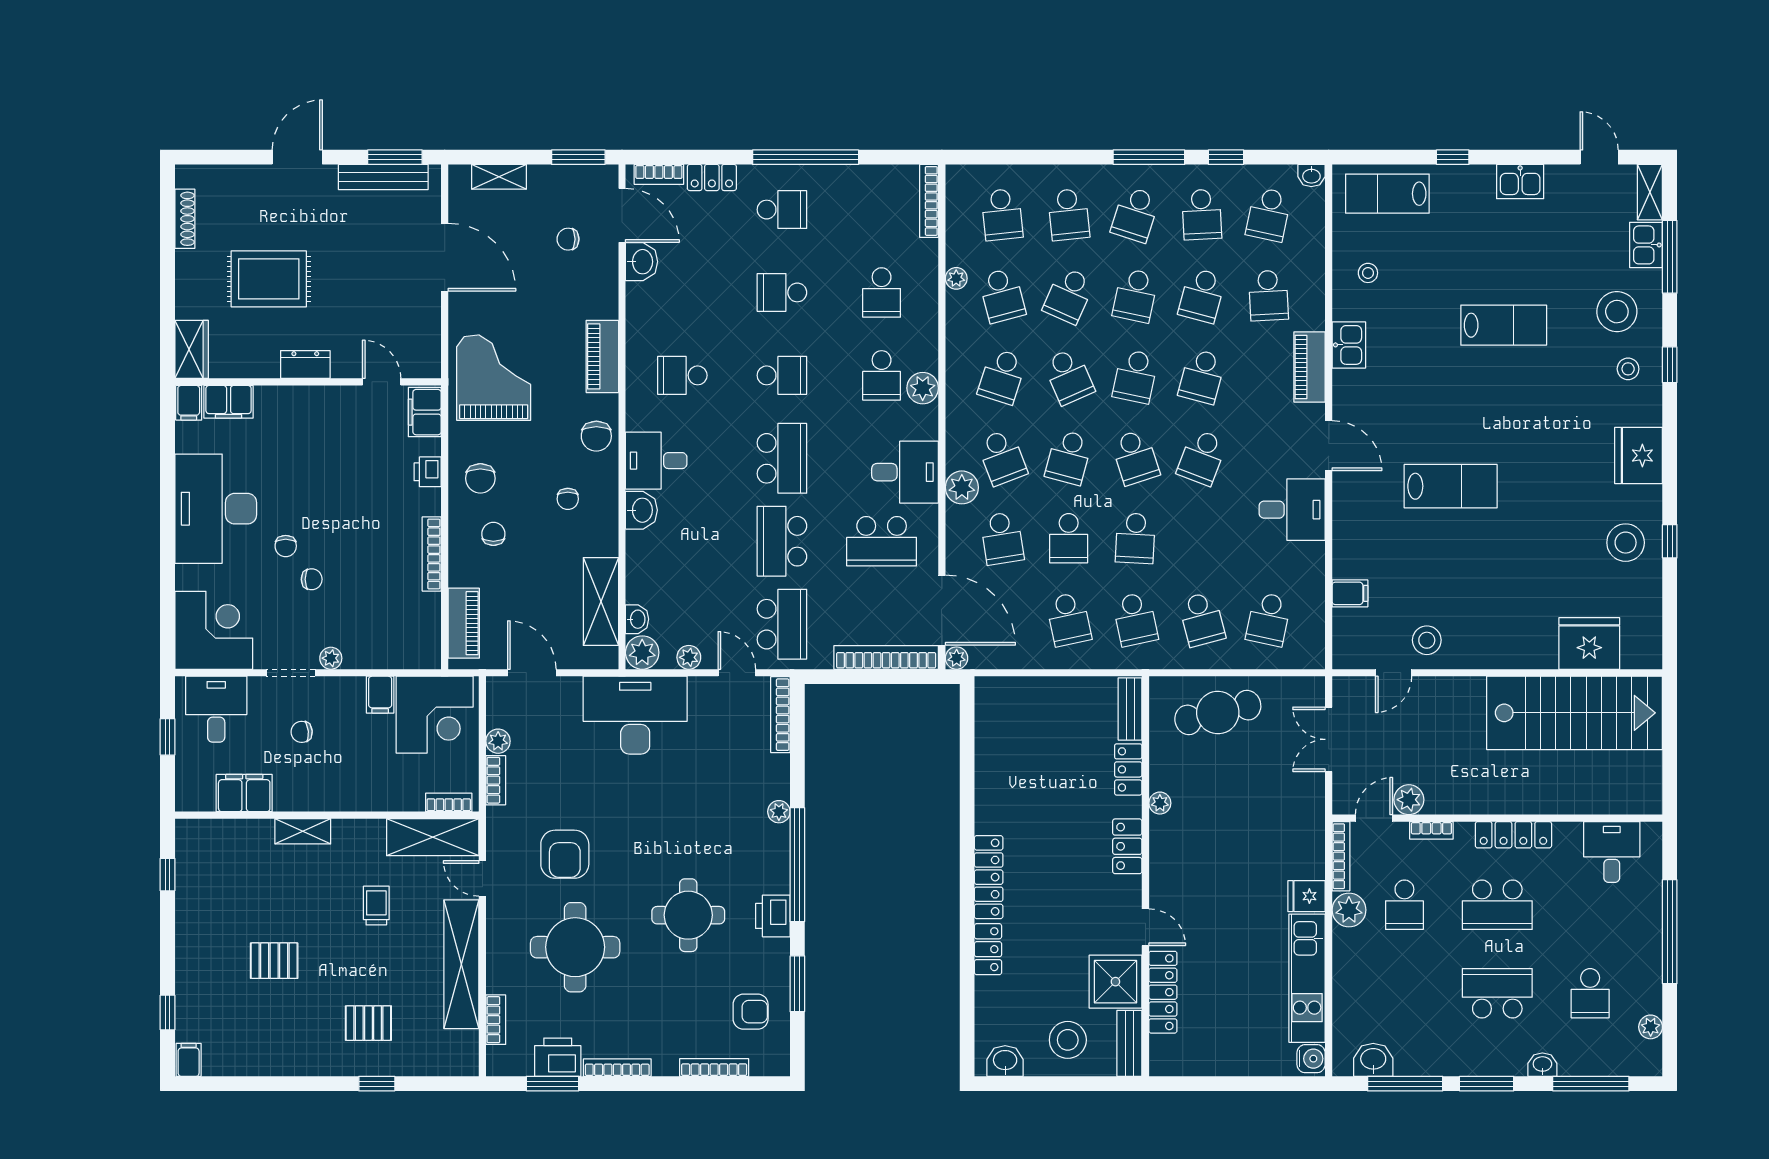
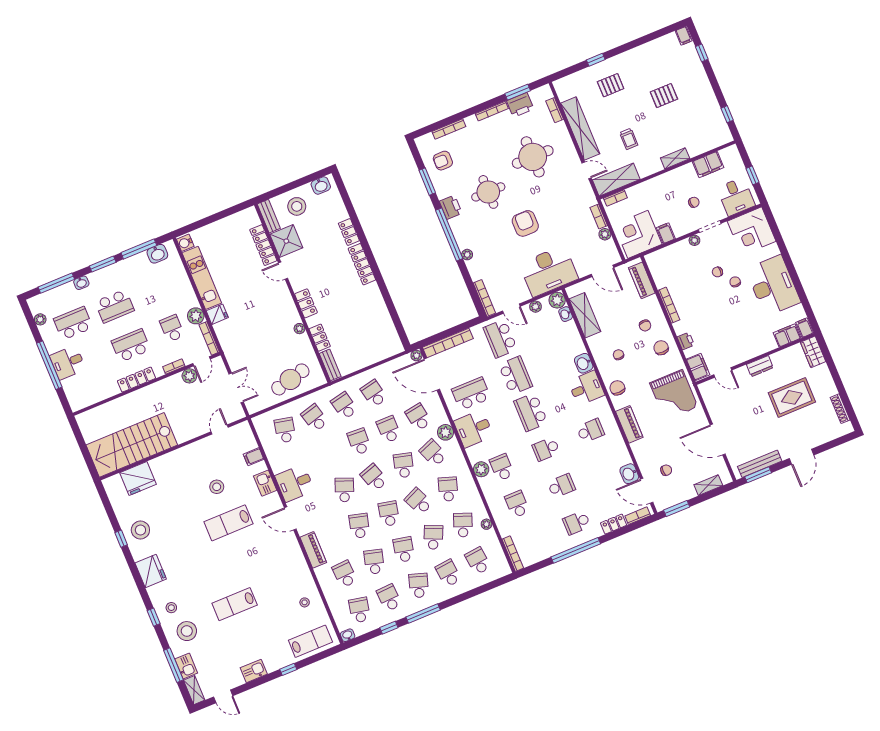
school desk: (1002, 295) -> (463, 525), turned 36
kitchen sink: (1349, 345) -> (265, 483), moved
stool: (1427, 640) -> (217, 487), moved
desk: (1612, 852) -> (68, 363), moved, turned 90
armchair: (565, 854) -> (525, 223), moved
school desk: (1590, 993) -> (73, 323), width x1.85

